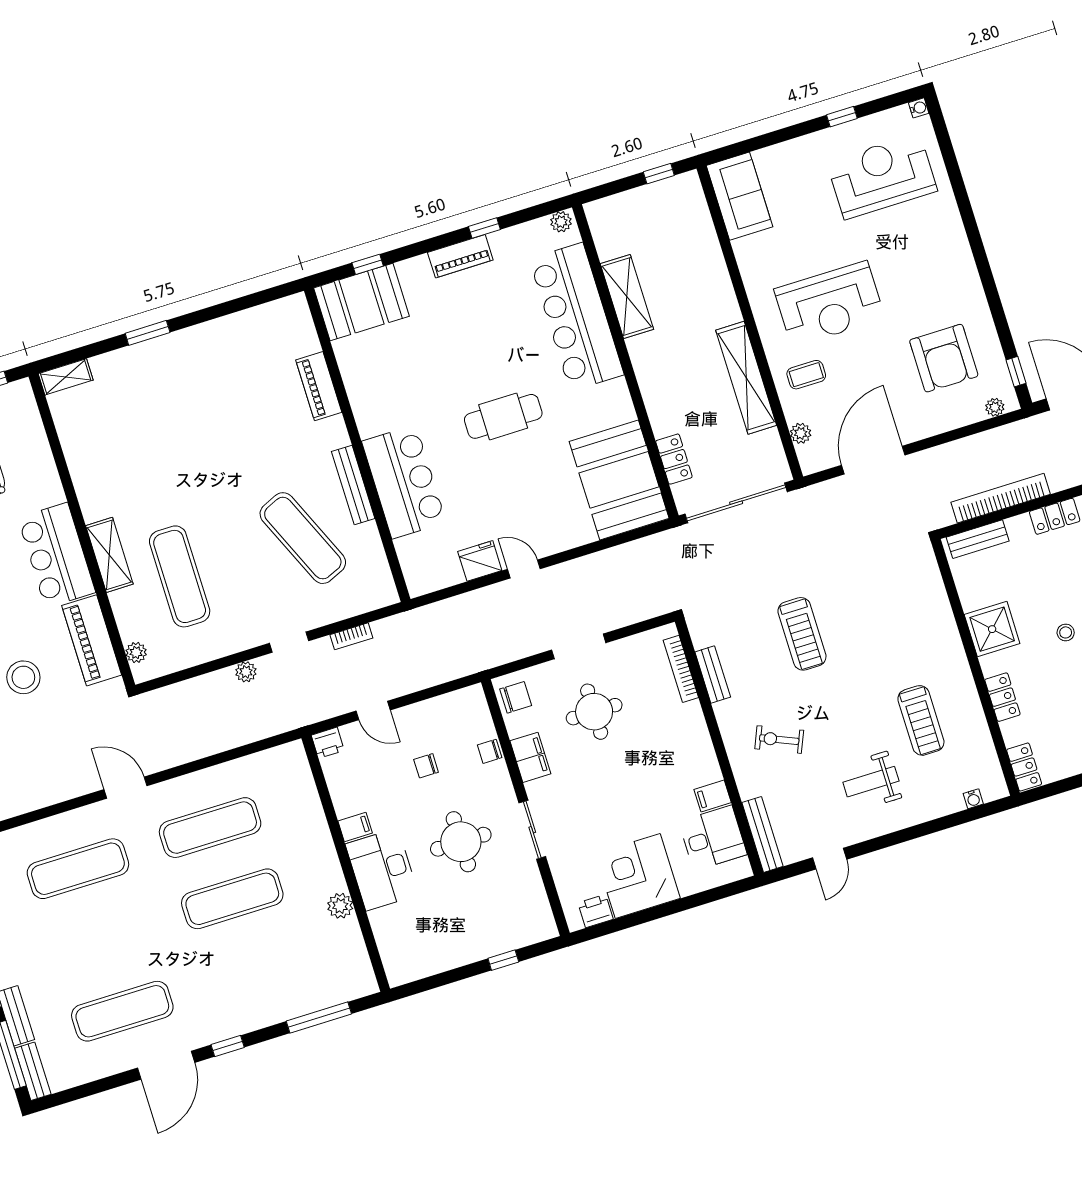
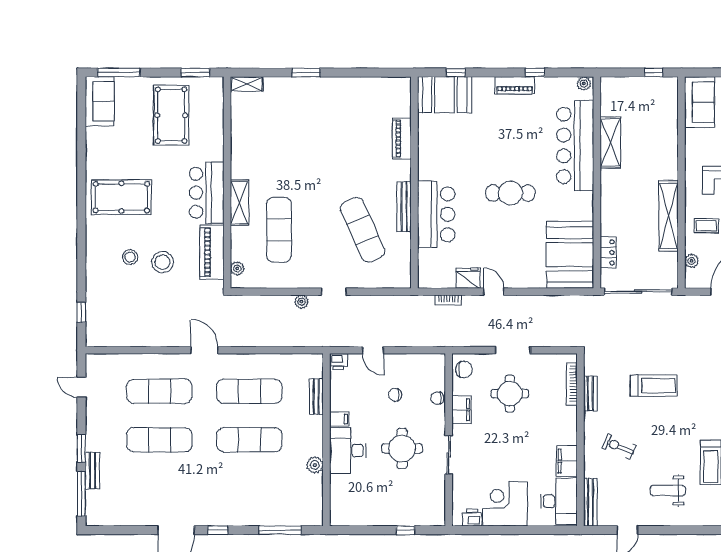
treadmill: (802, 634) -> (654, 386), turned -90
bookcase: (351, 636) -> (448, 300), moved
filing cabinet: (713, 796) -> (567, 461), width x2.00
desk: (713, 838) -> (559, 501), width x1.37
exercise mat: (122, 1011) -> (159, 440), moved
bench: (33, 1071) -> (316, 397), moved

